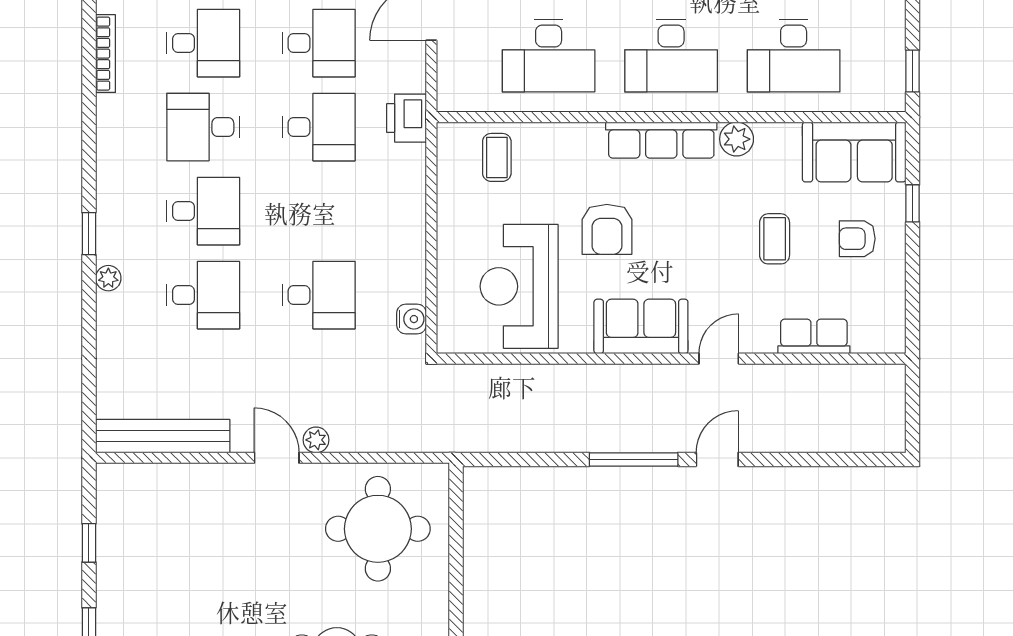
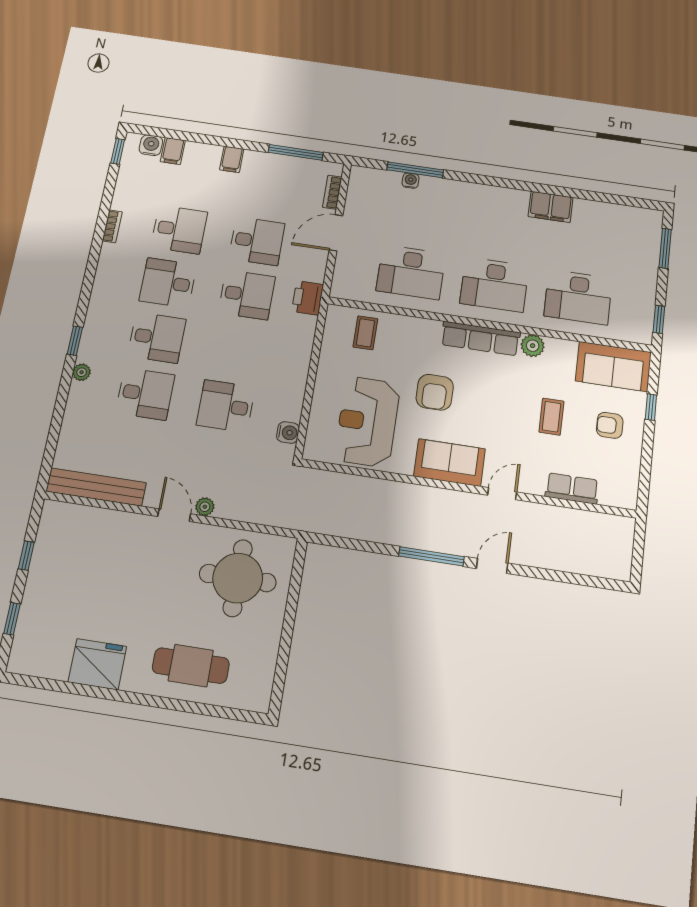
bookcase: (106, 54) -> (112, 226), width x0.64
desk: (319, 295) -> (226, 406), turned 180

